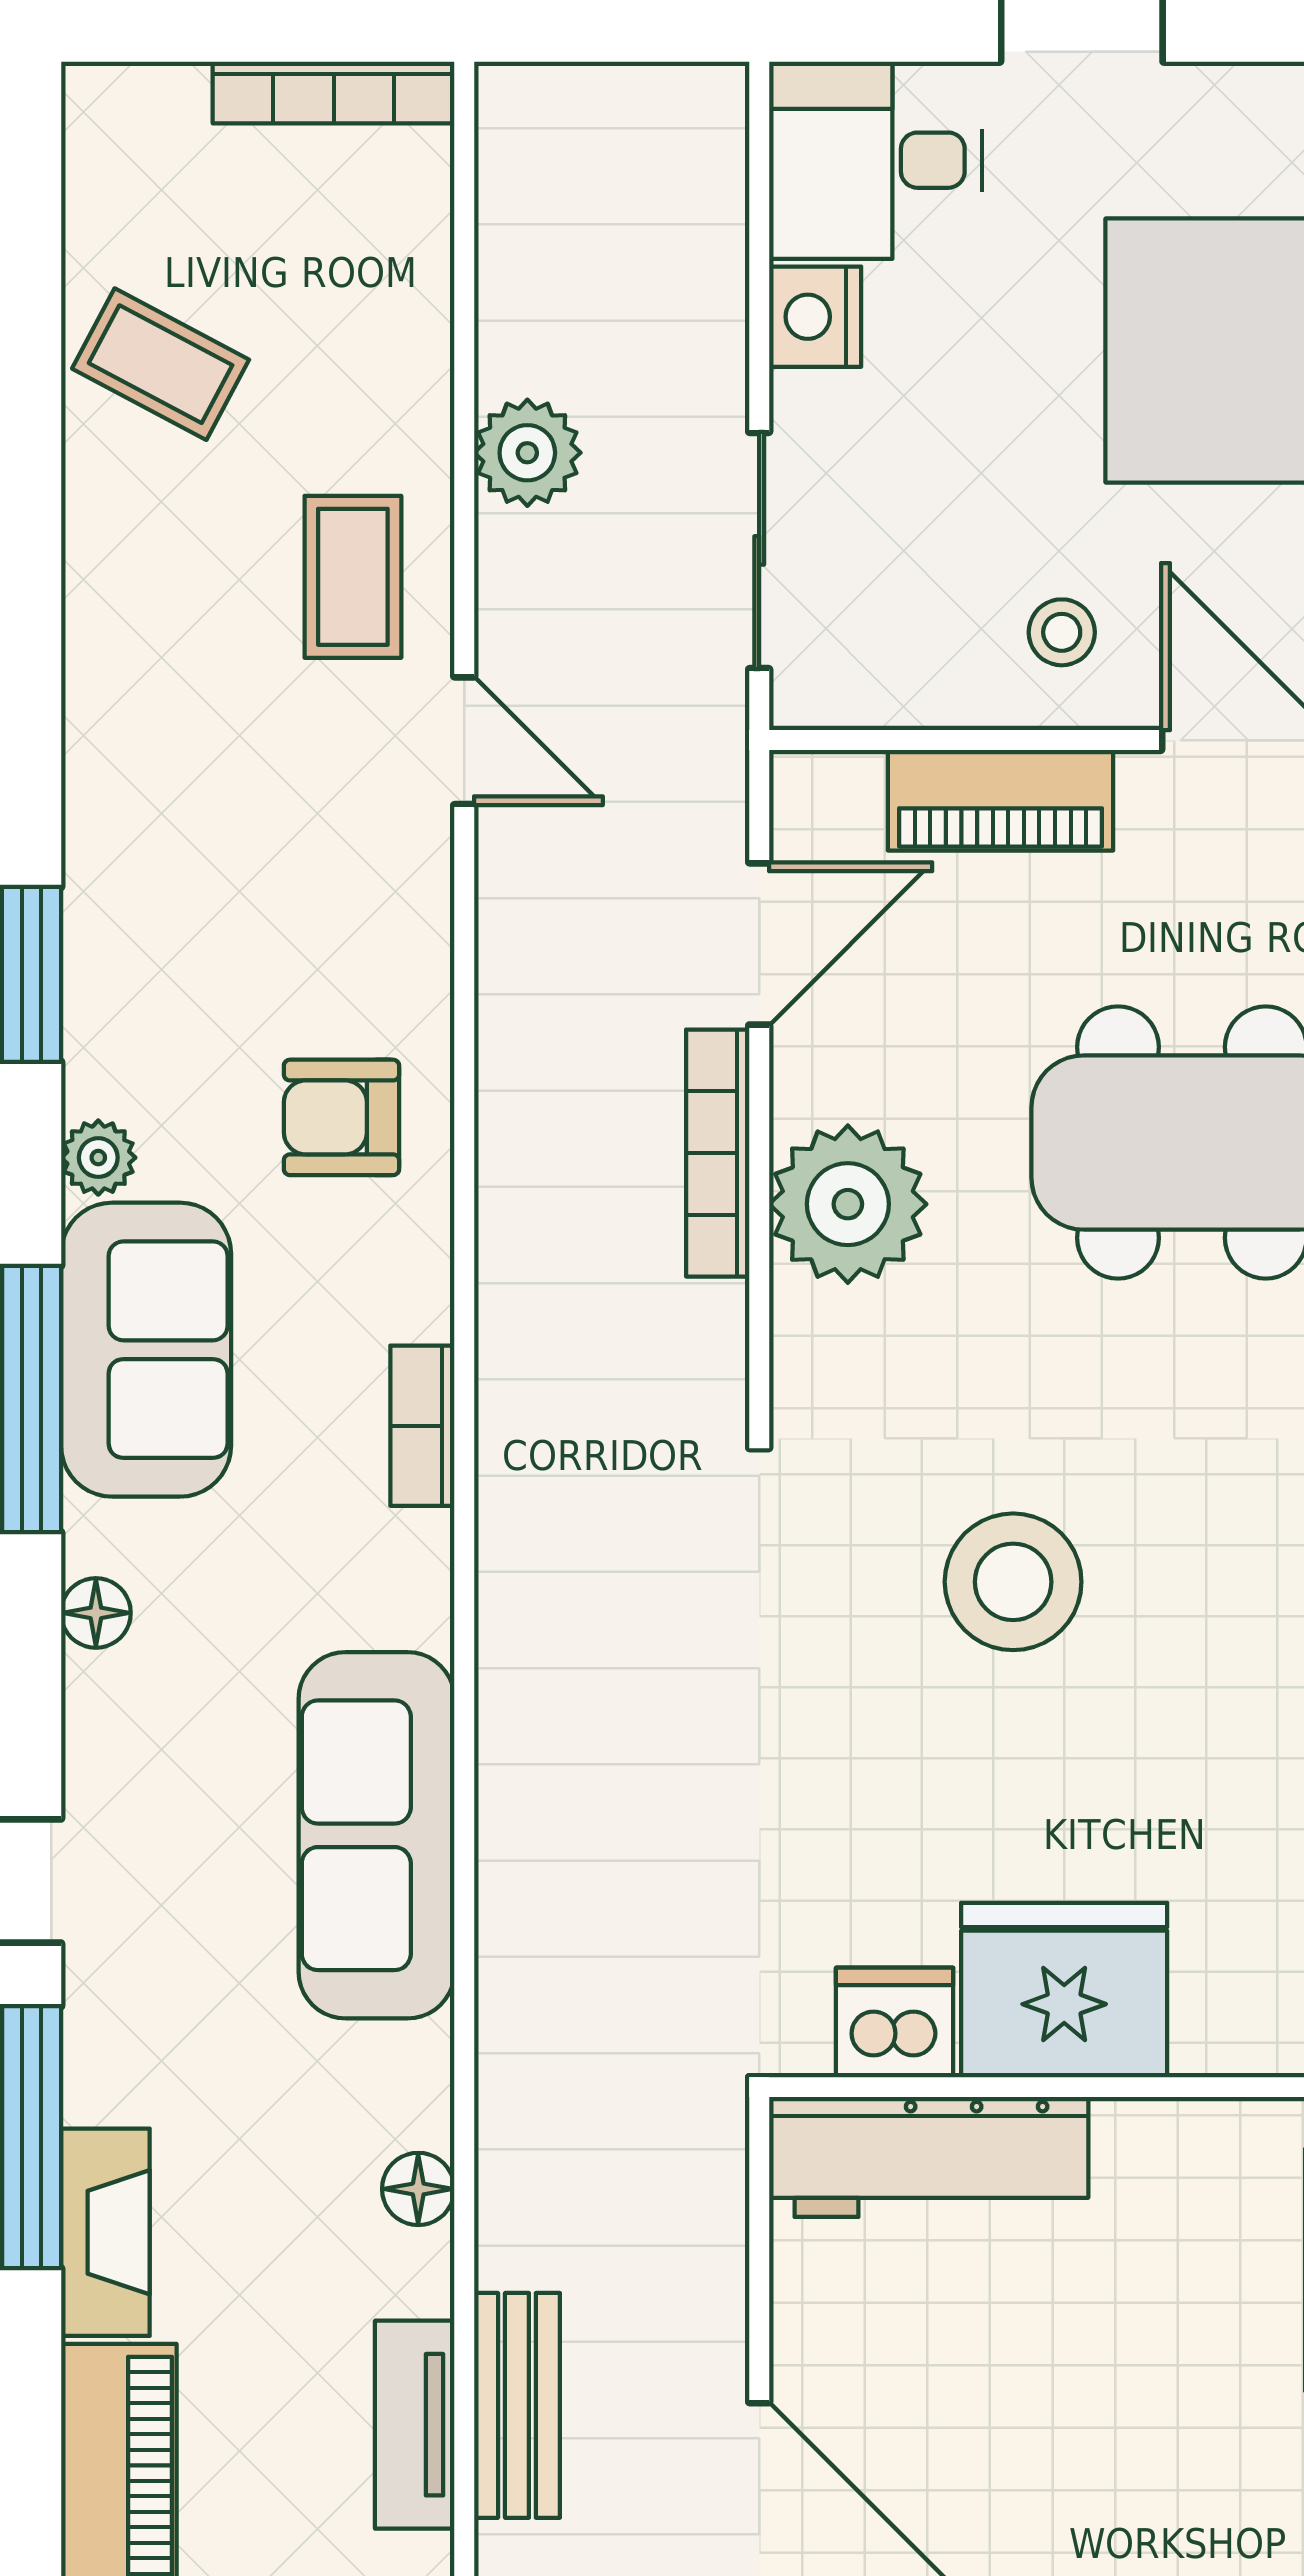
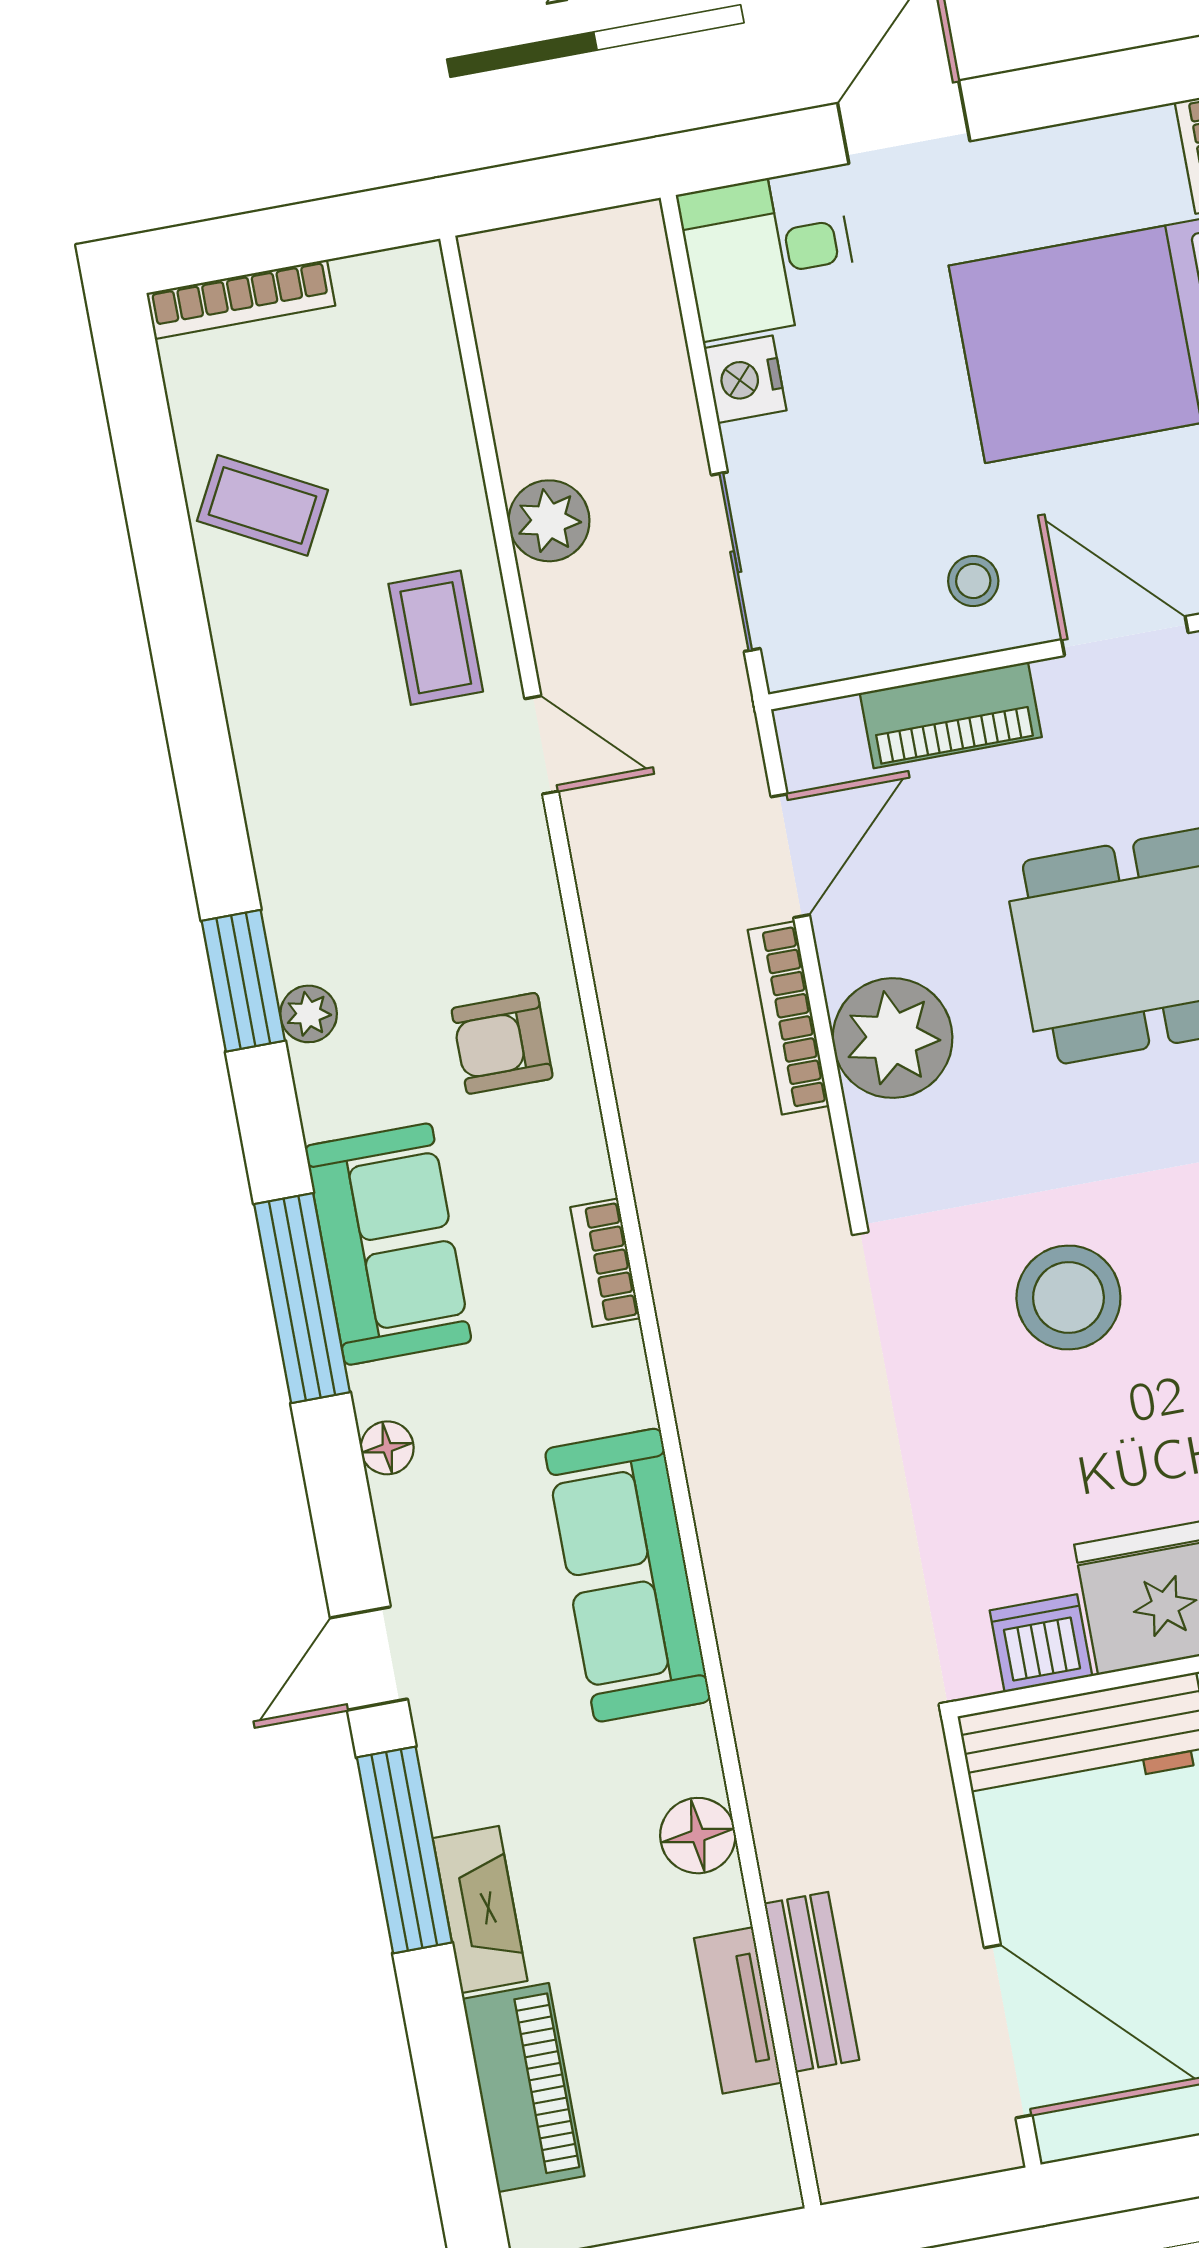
bookcase: (334, 92) -> (241, 299), moved
plant: (98, 1158) -> (309, 1014), moved
floor lamp: (418, 2189) -> (698, 1836), width x1.37, depth x1.37

